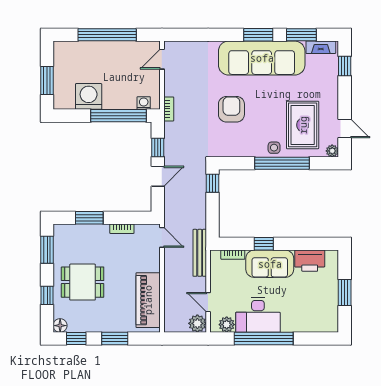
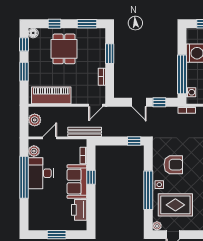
armchair: (231, 109) -> (173, 165), moved
plant: (197, 323) -> (35, 120), moved

